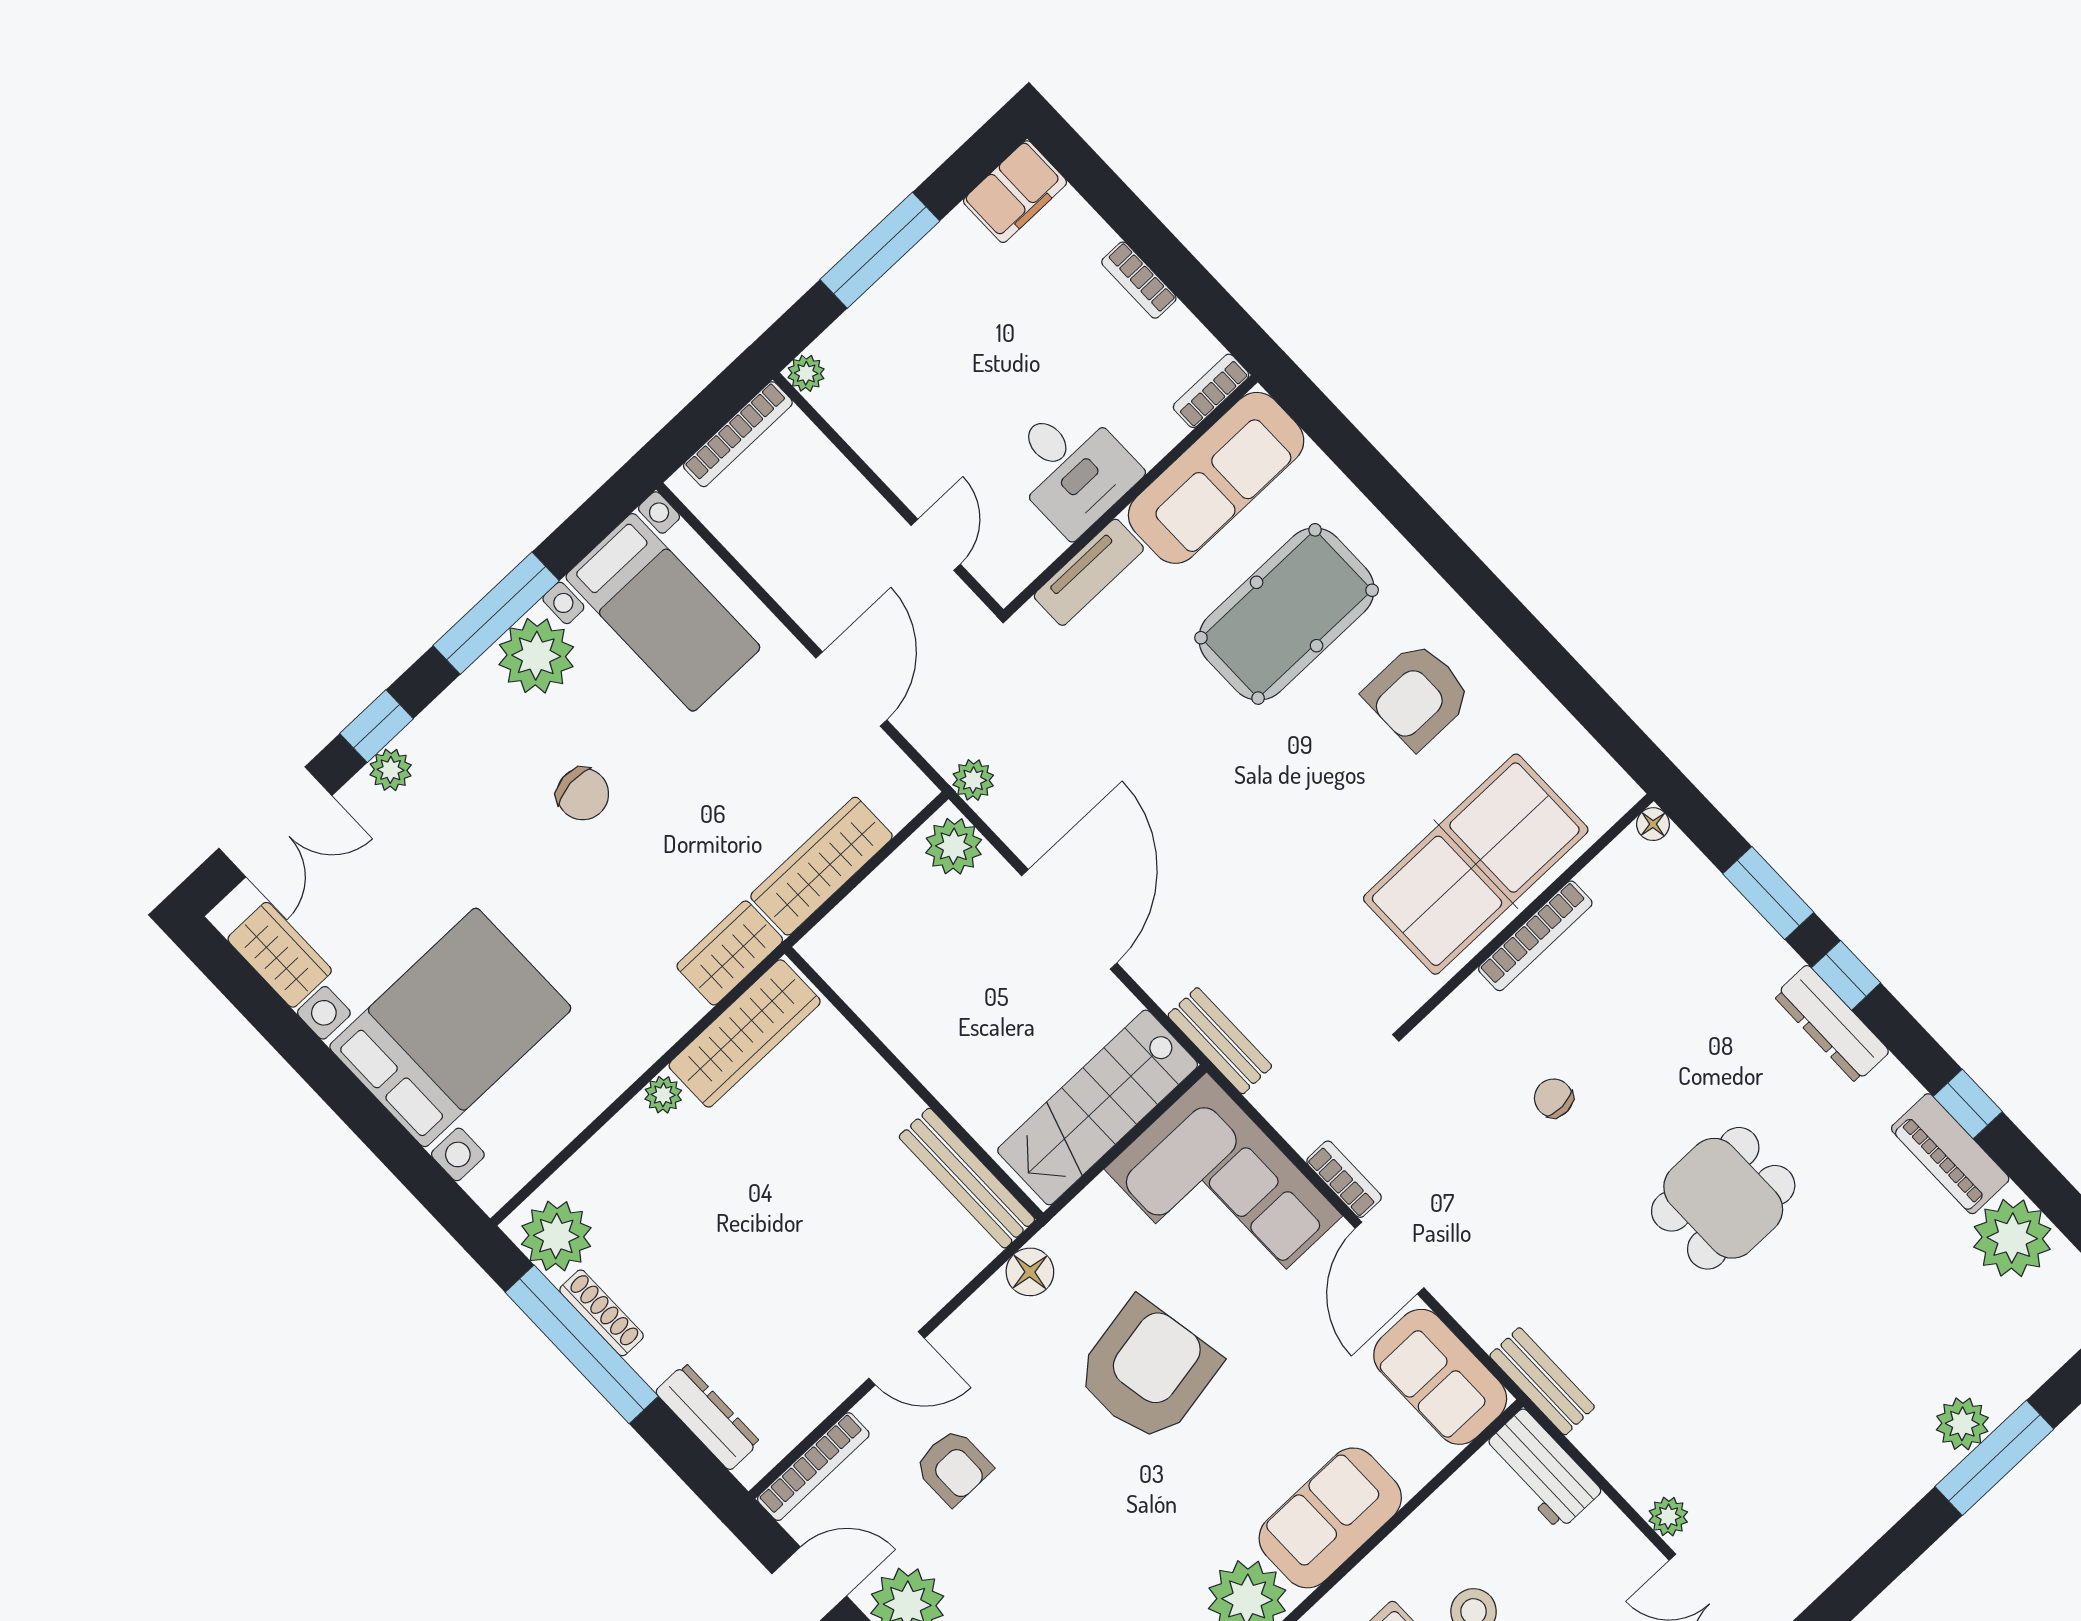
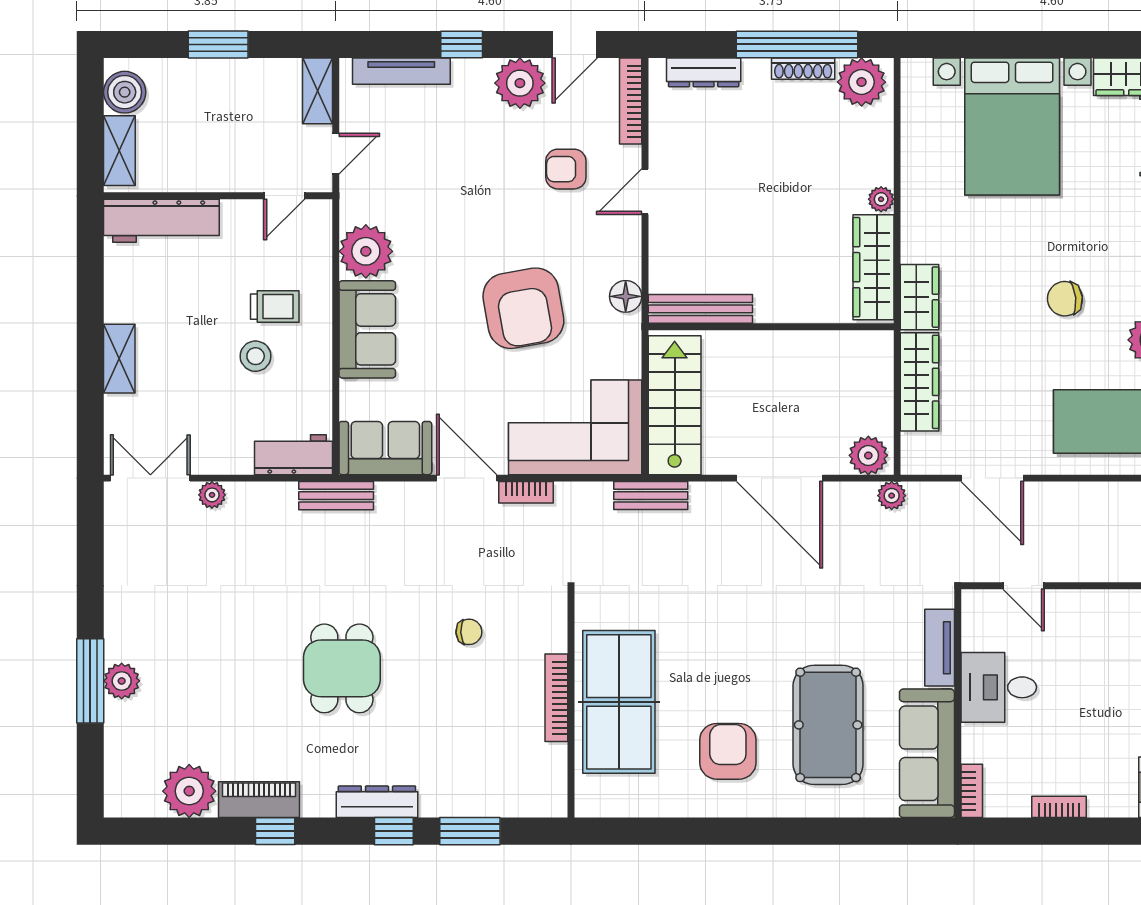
floor lamp: (1653, 824) -> (557, 807), removed

